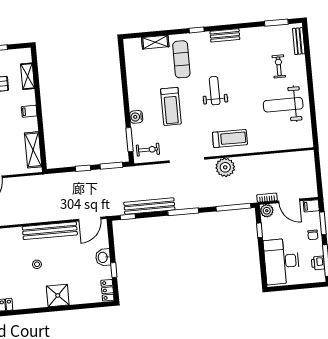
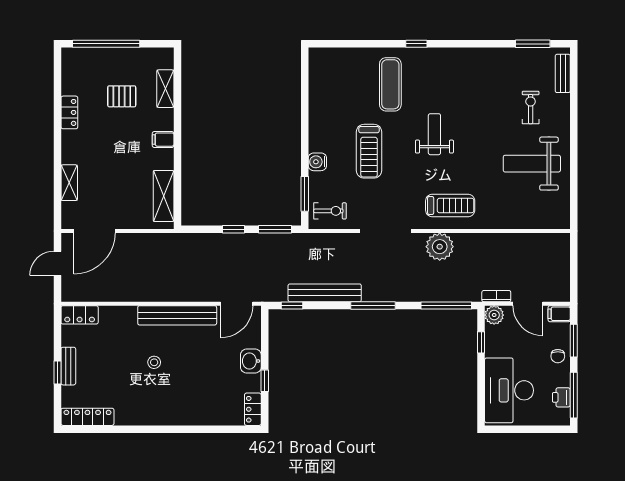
bench: (225, 35) -> (457, 55), removed
shelving: (155, 42) -> (355, 56), removed
shower: (58, 295) -> (180, 410), removed

